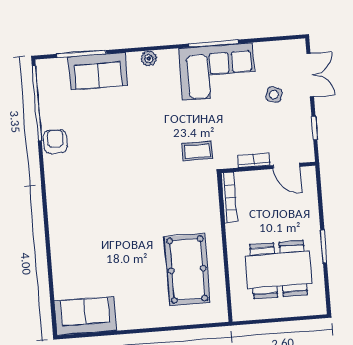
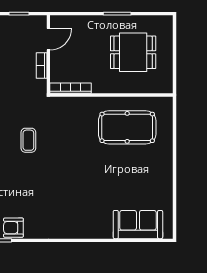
coffee table: (197, 151) -> (28, 140), moved
dining table: (279, 270) -> (133, 52), width x0.73
sofa: (85, 316) -> (138, 225), moved, turned 90

